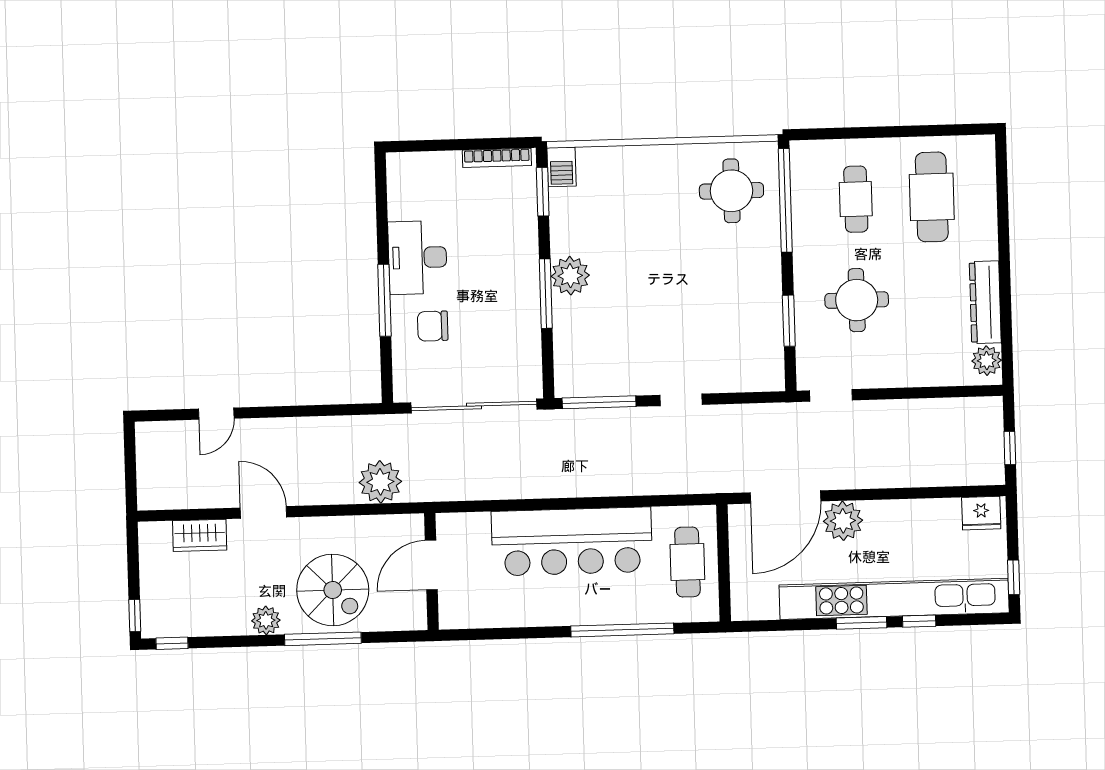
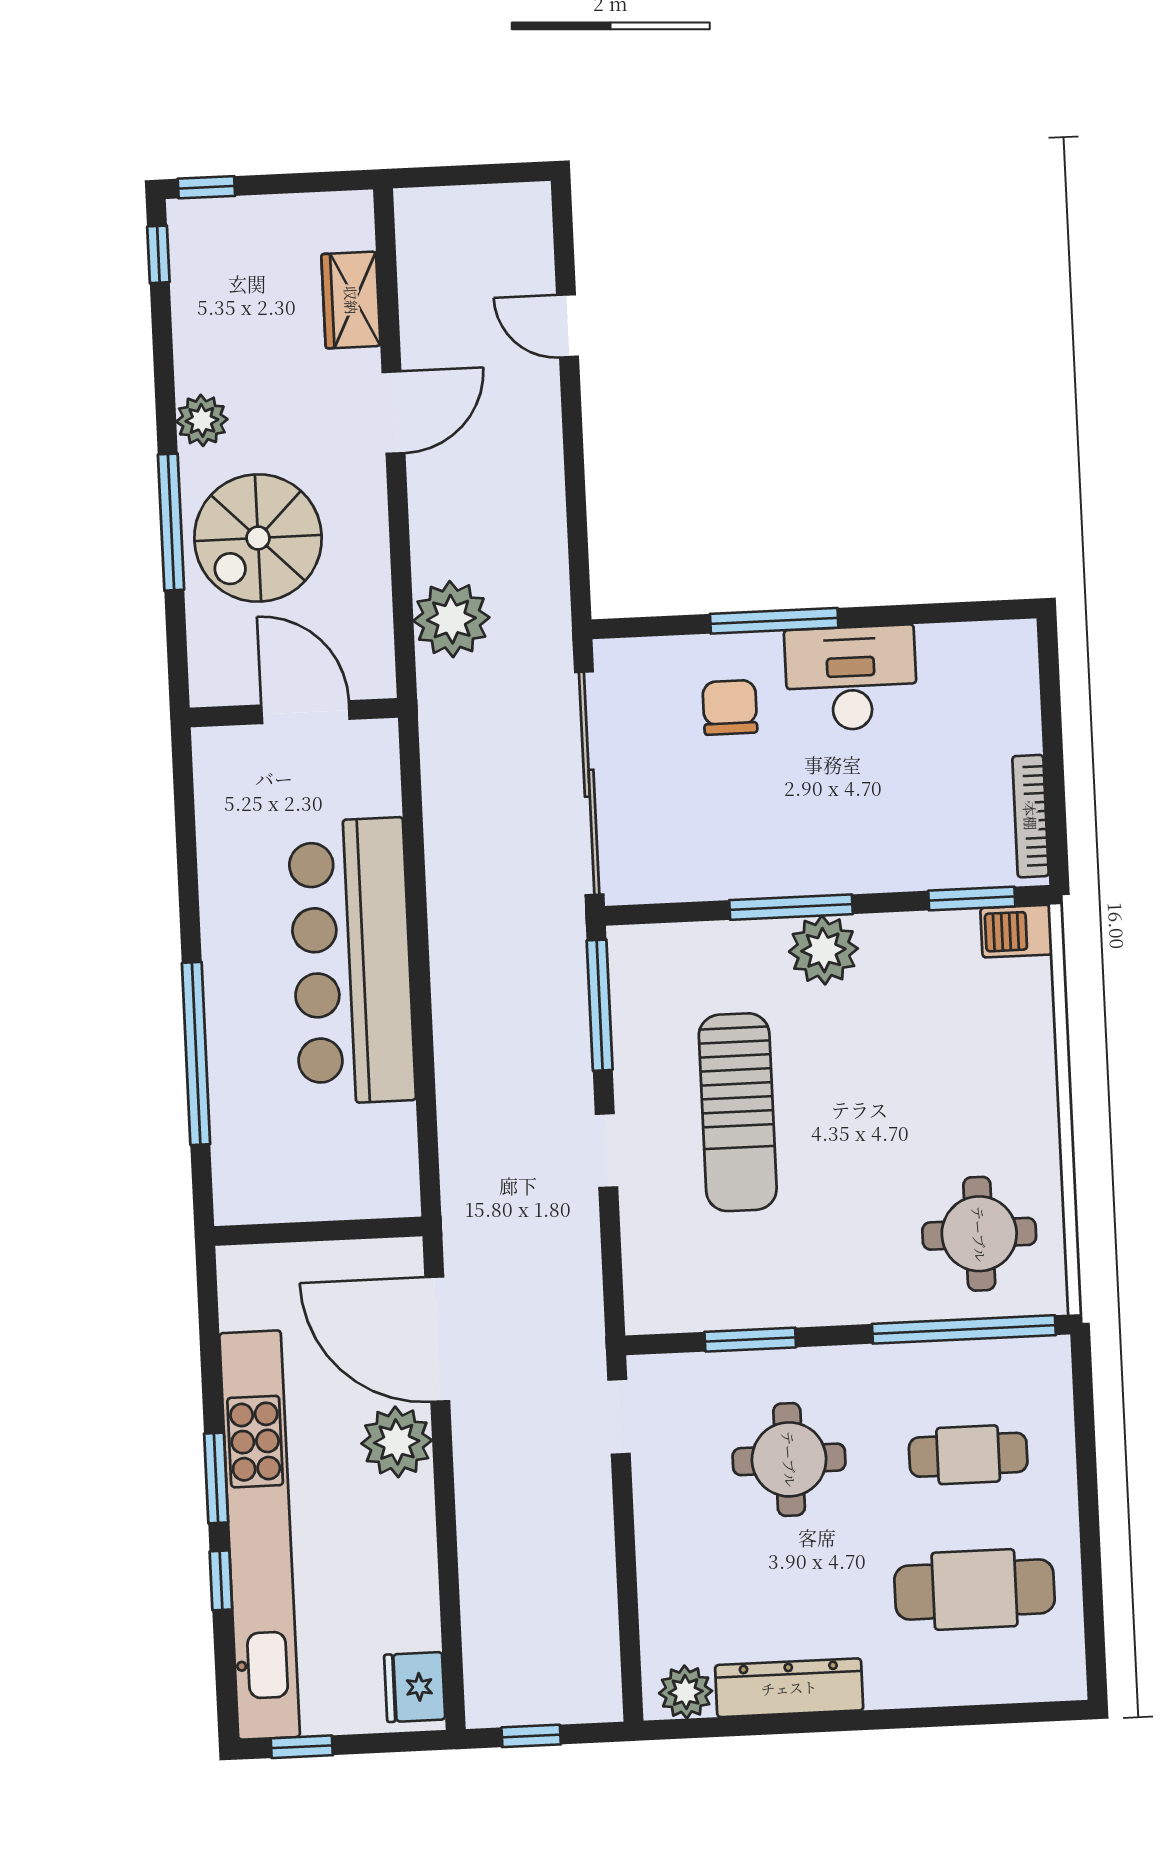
sun lounger: (661, 326) -> (738, 1112), added
cafe table: (687, 562) -> (319, 1167), removed

